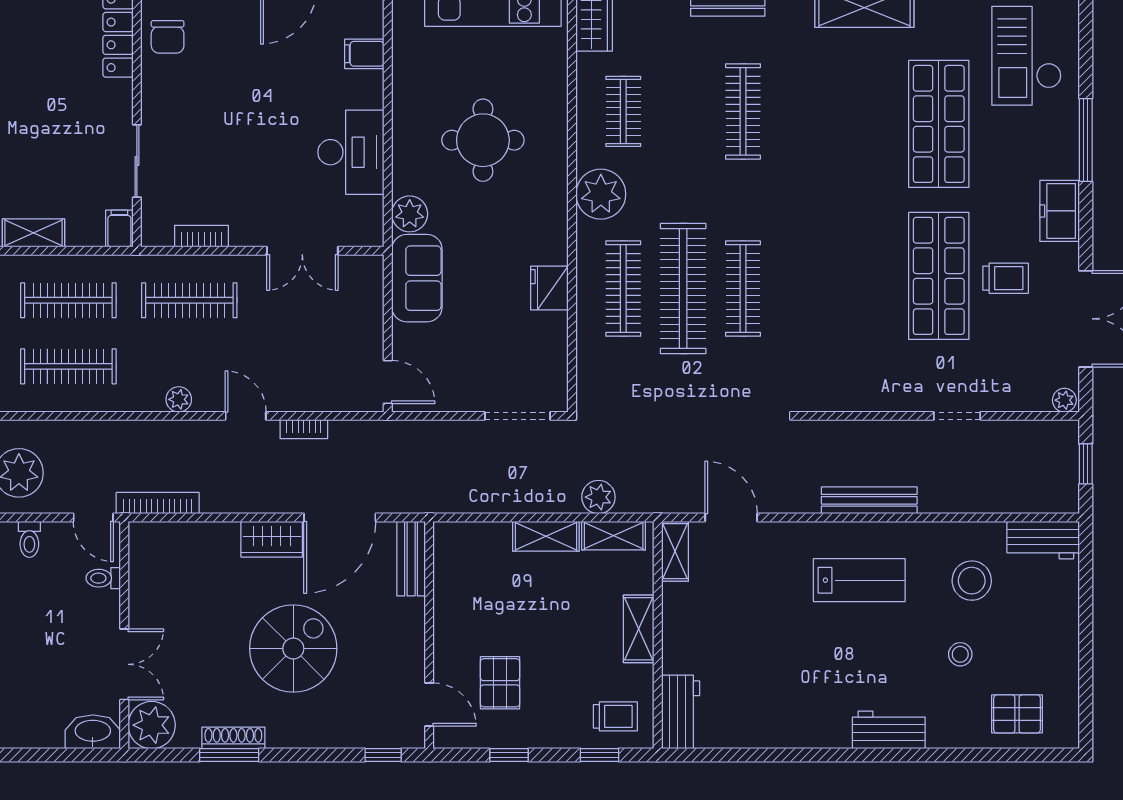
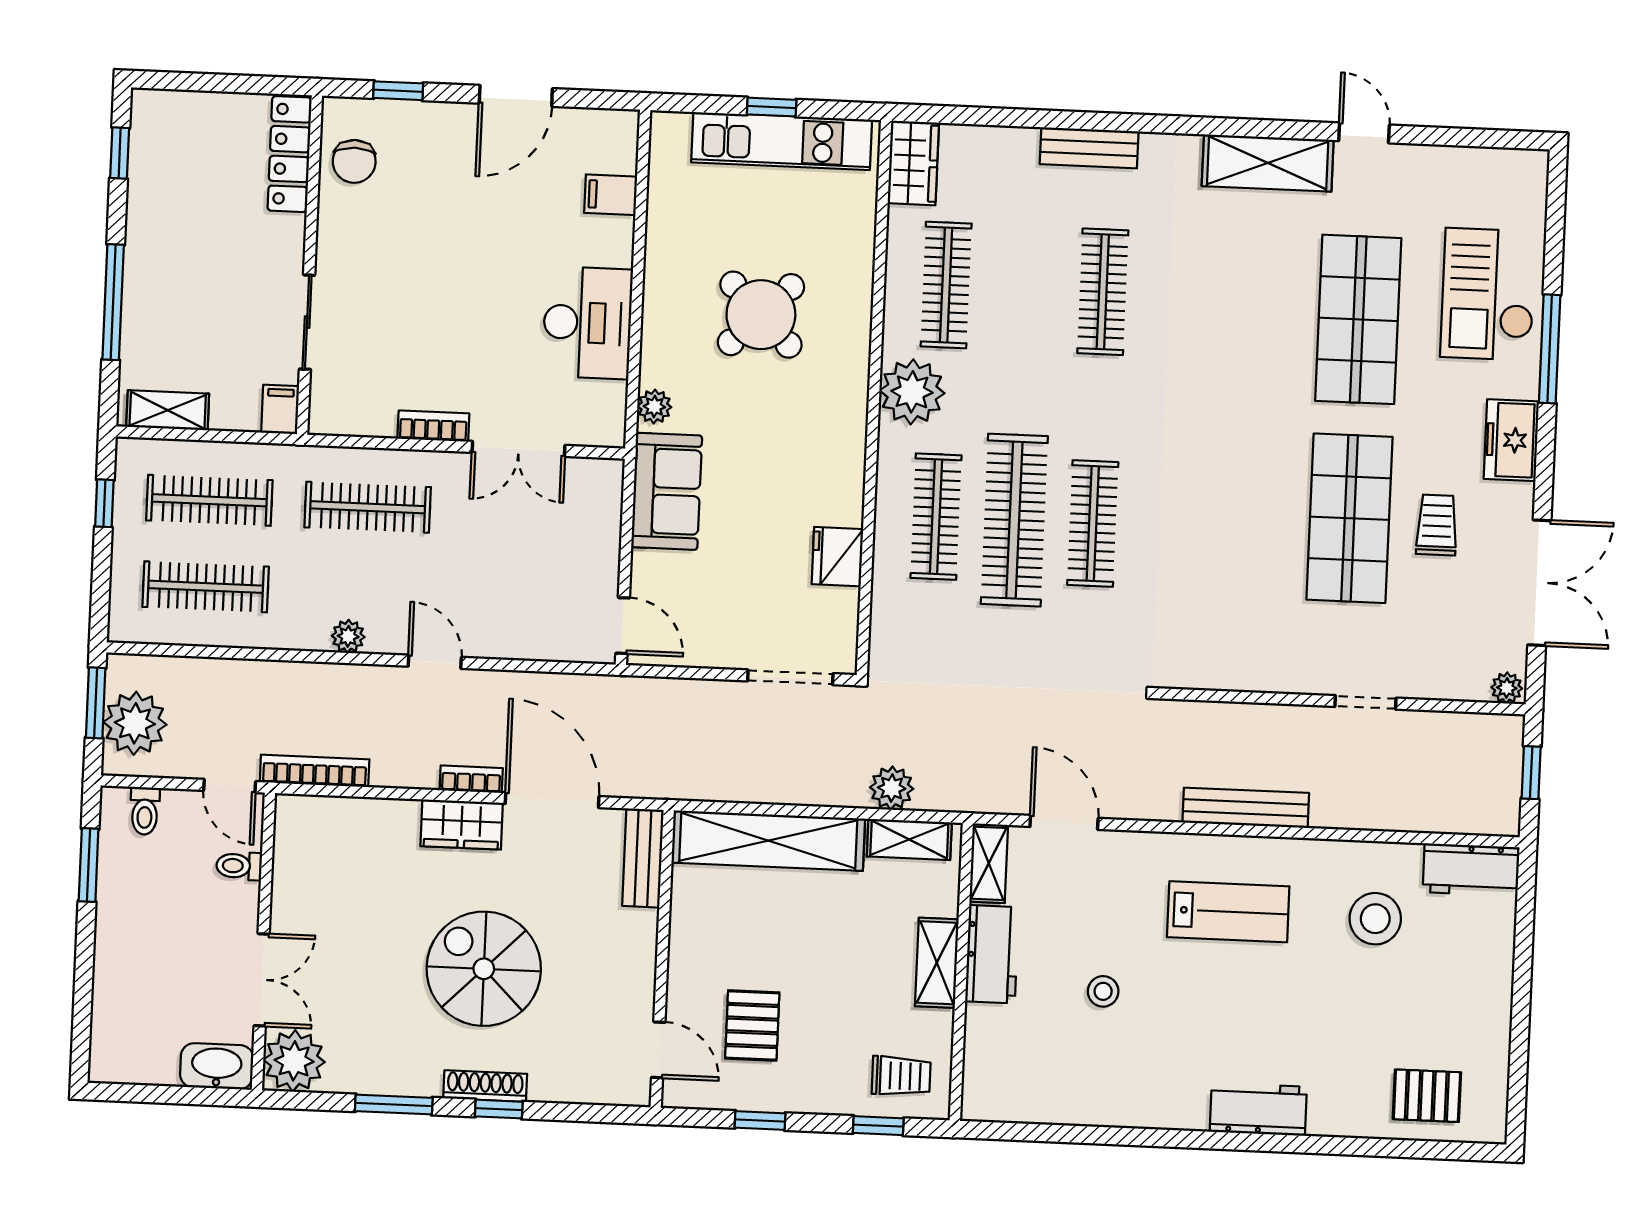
checkout: (1027, 56) -> (1488, 294), moved
clothes rail: (623, 111) -> (946, 285), width x1.36
round table: (483, 140) -> (761, 315), turned 45
plant: (410, 214) -> (654, 407), width x0.73, depth x0.73
bookcase: (201, 236) -> (433, 426), moved
trolley: (1006, 278) -> (1437, 525), turned -90
fridge: (549, 288) -> (837, 557), moved
bookcase: (304, 429) -> (471, 779), moved, turned 180
door: (340, 518) -> (552, 800), swing flipped
shelving: (546, 536) -> (768, 841), width x2.20, depth x1.33
spiral stairs: (293, 648) -> (484, 969), turned -90
stool: (960, 654) -> (1103, 991), moved
workbench: (681, 712) -> (992, 954), moved
shoe rack: (233, 738) -> (485, 1086), moved
window: (383, 755) -> (499, 1109), moved

